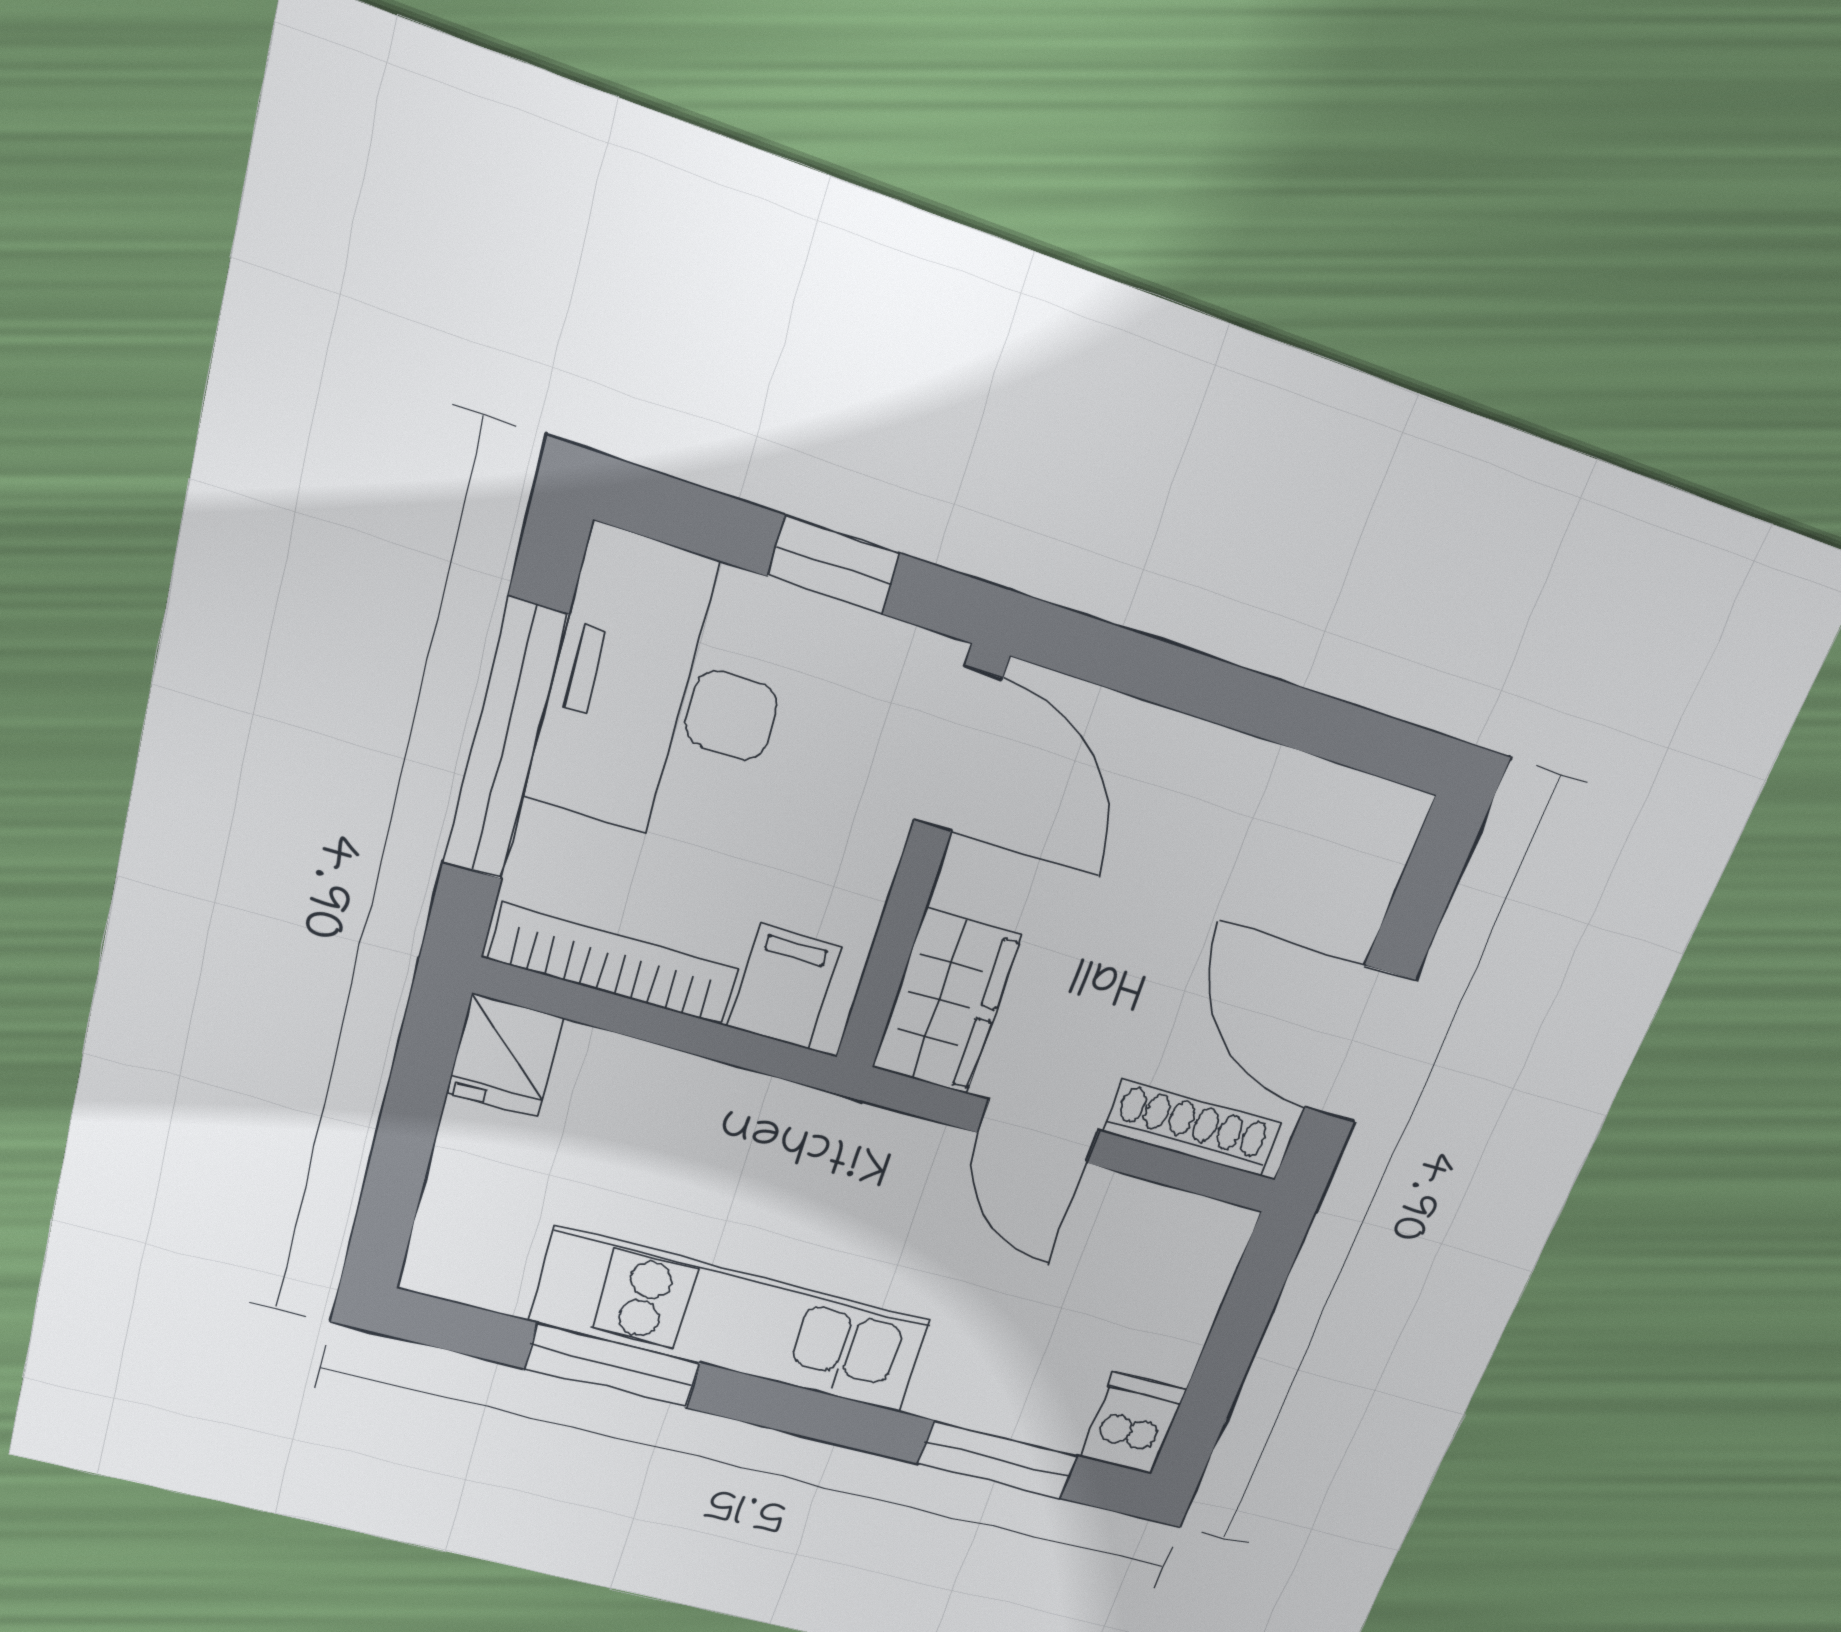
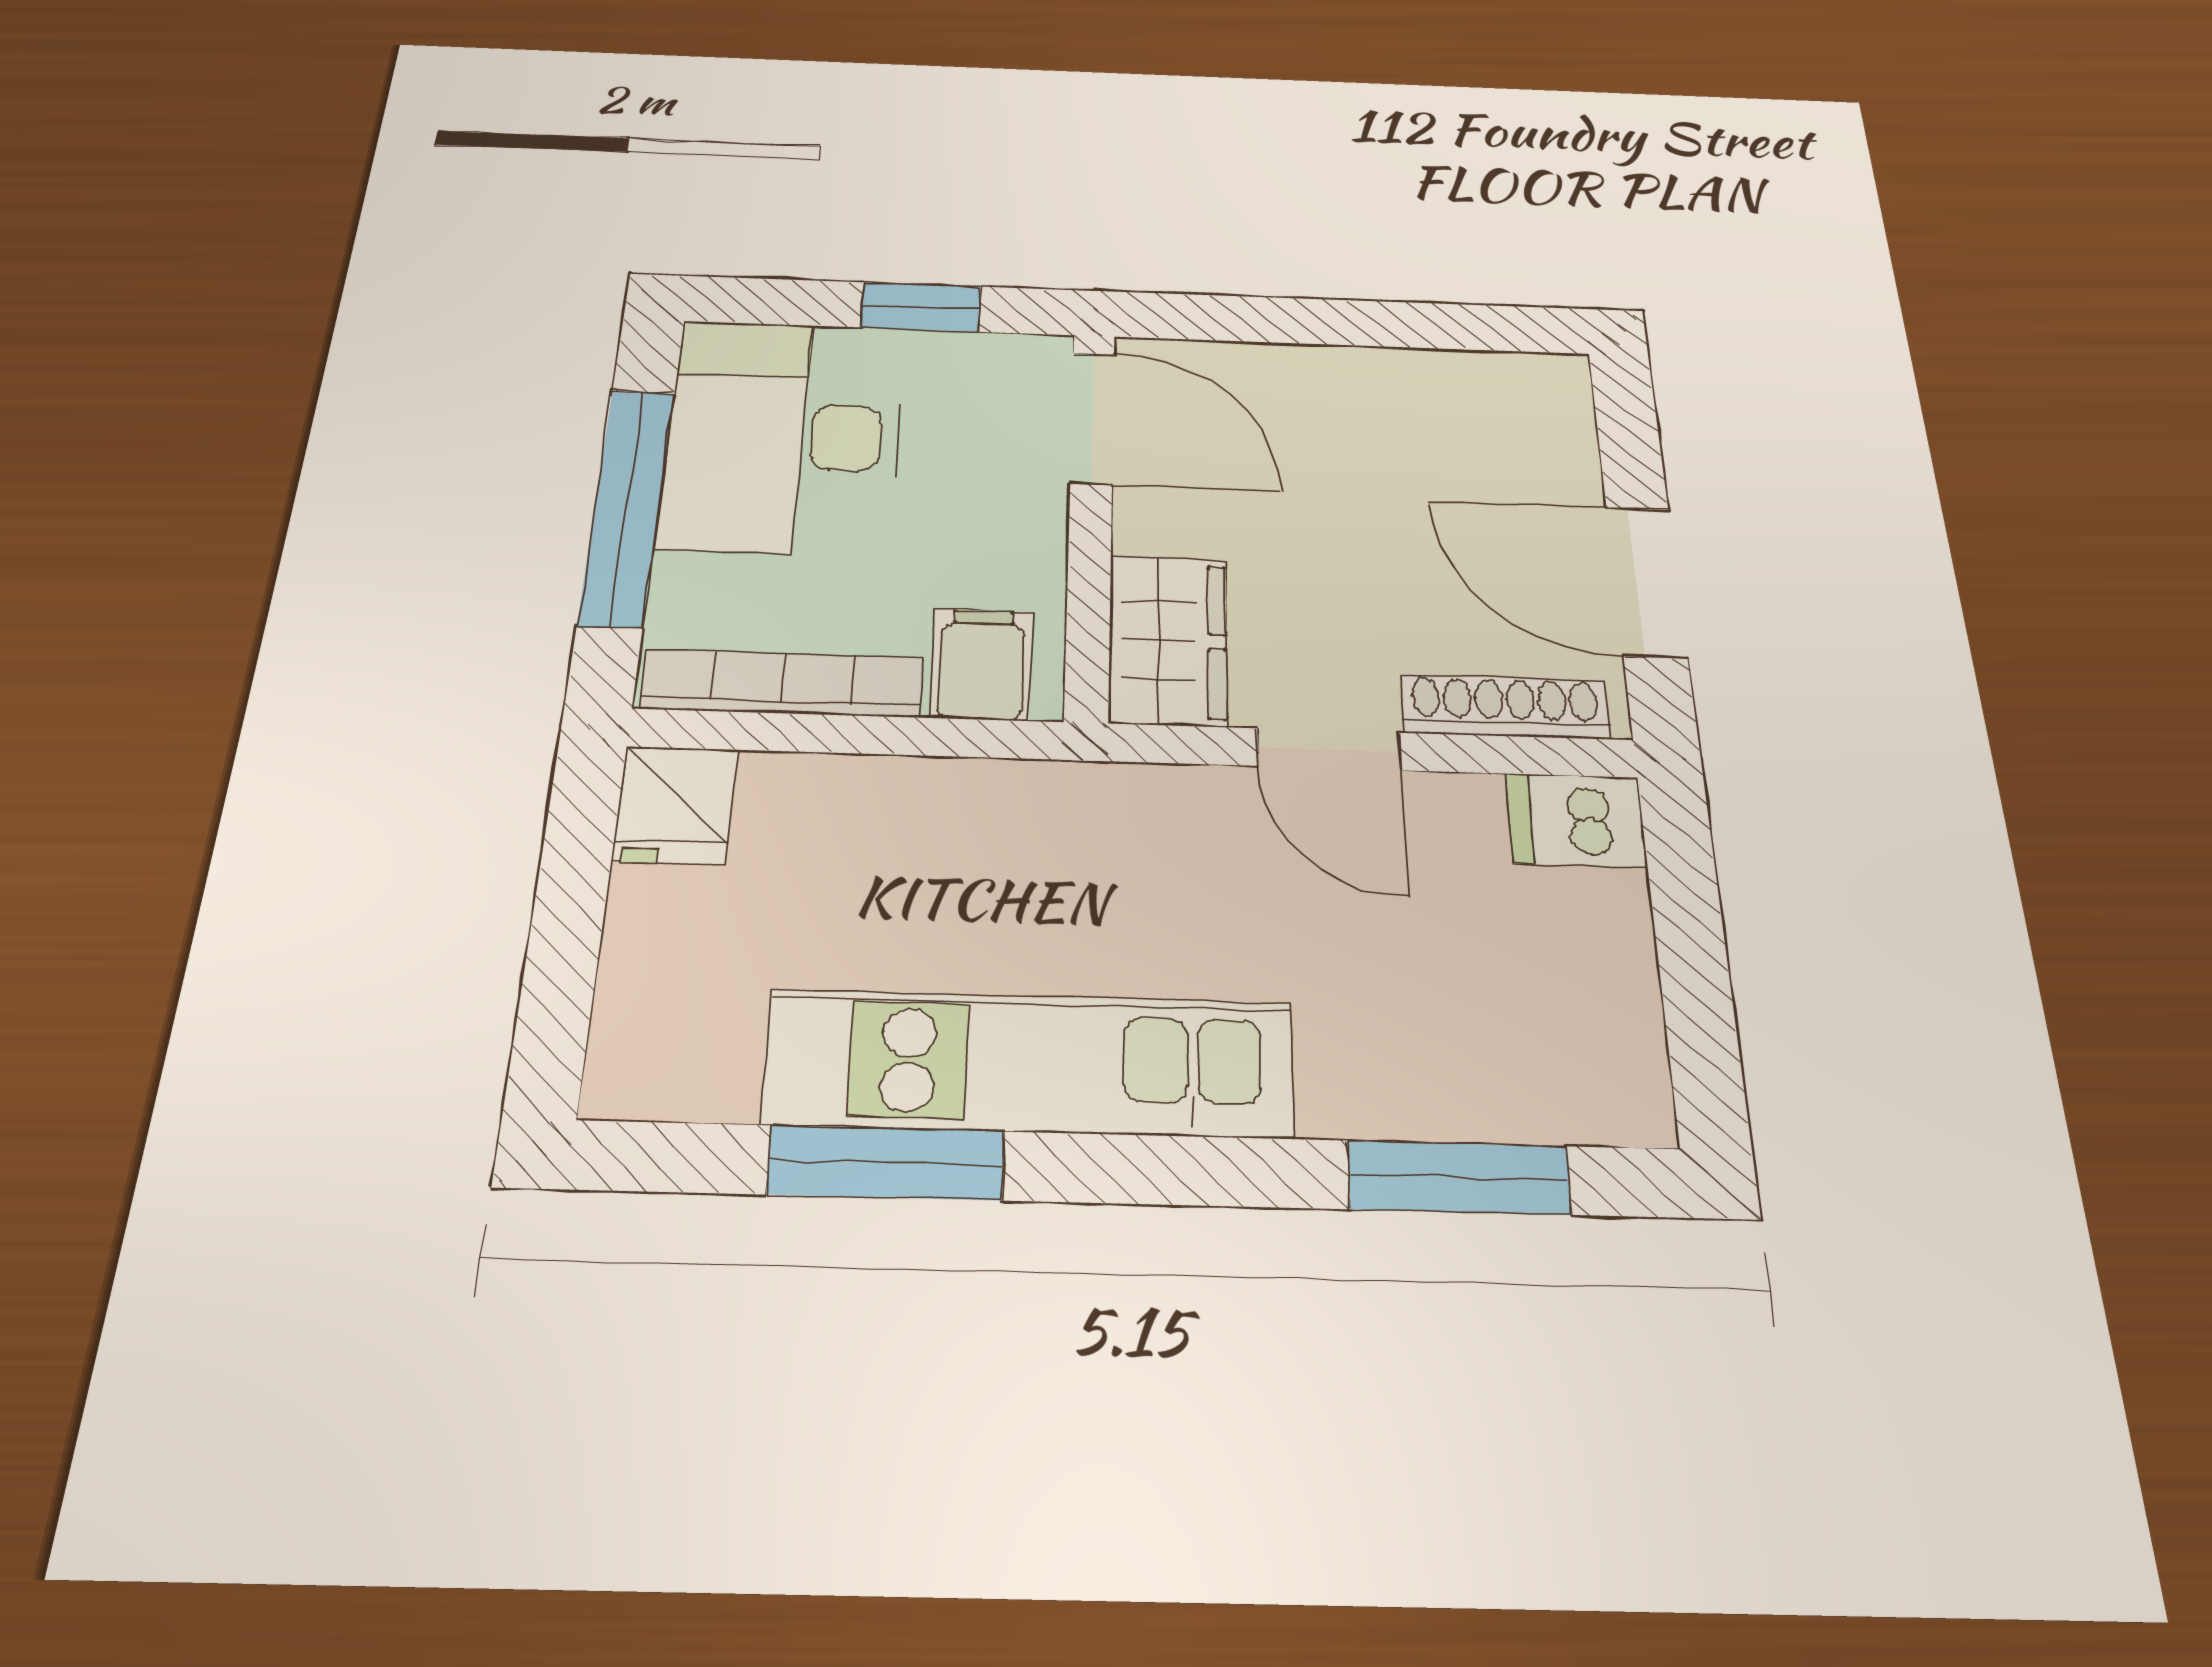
dishwasher: (1133, 1423) -> (1576, 820), moved, turned -90

